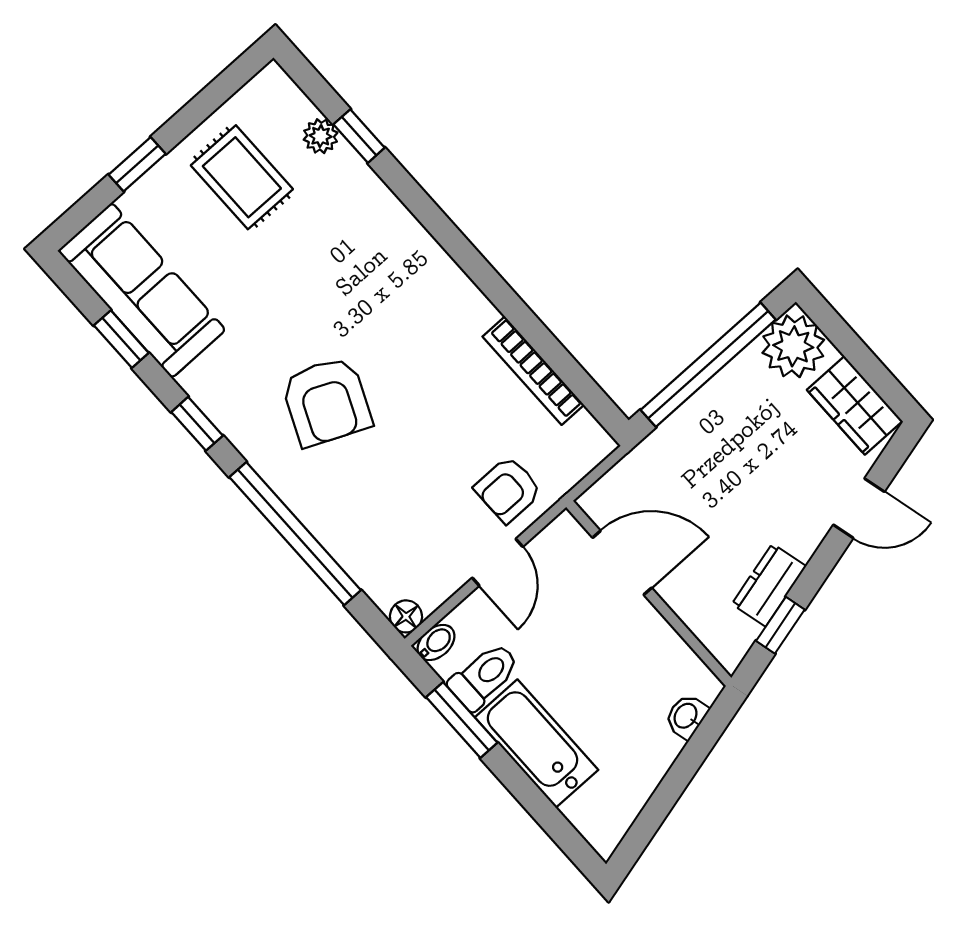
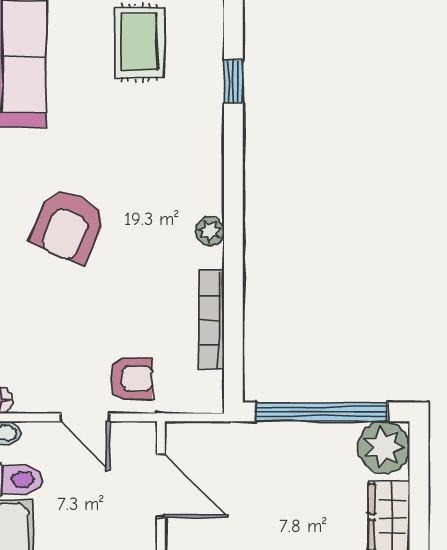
plant: (321, 136) -> (210, 231), moved
armchair: (508, 490) -> (131, 379), turned 180
door: (497, 562) -> (85, 417), hinge flipped

